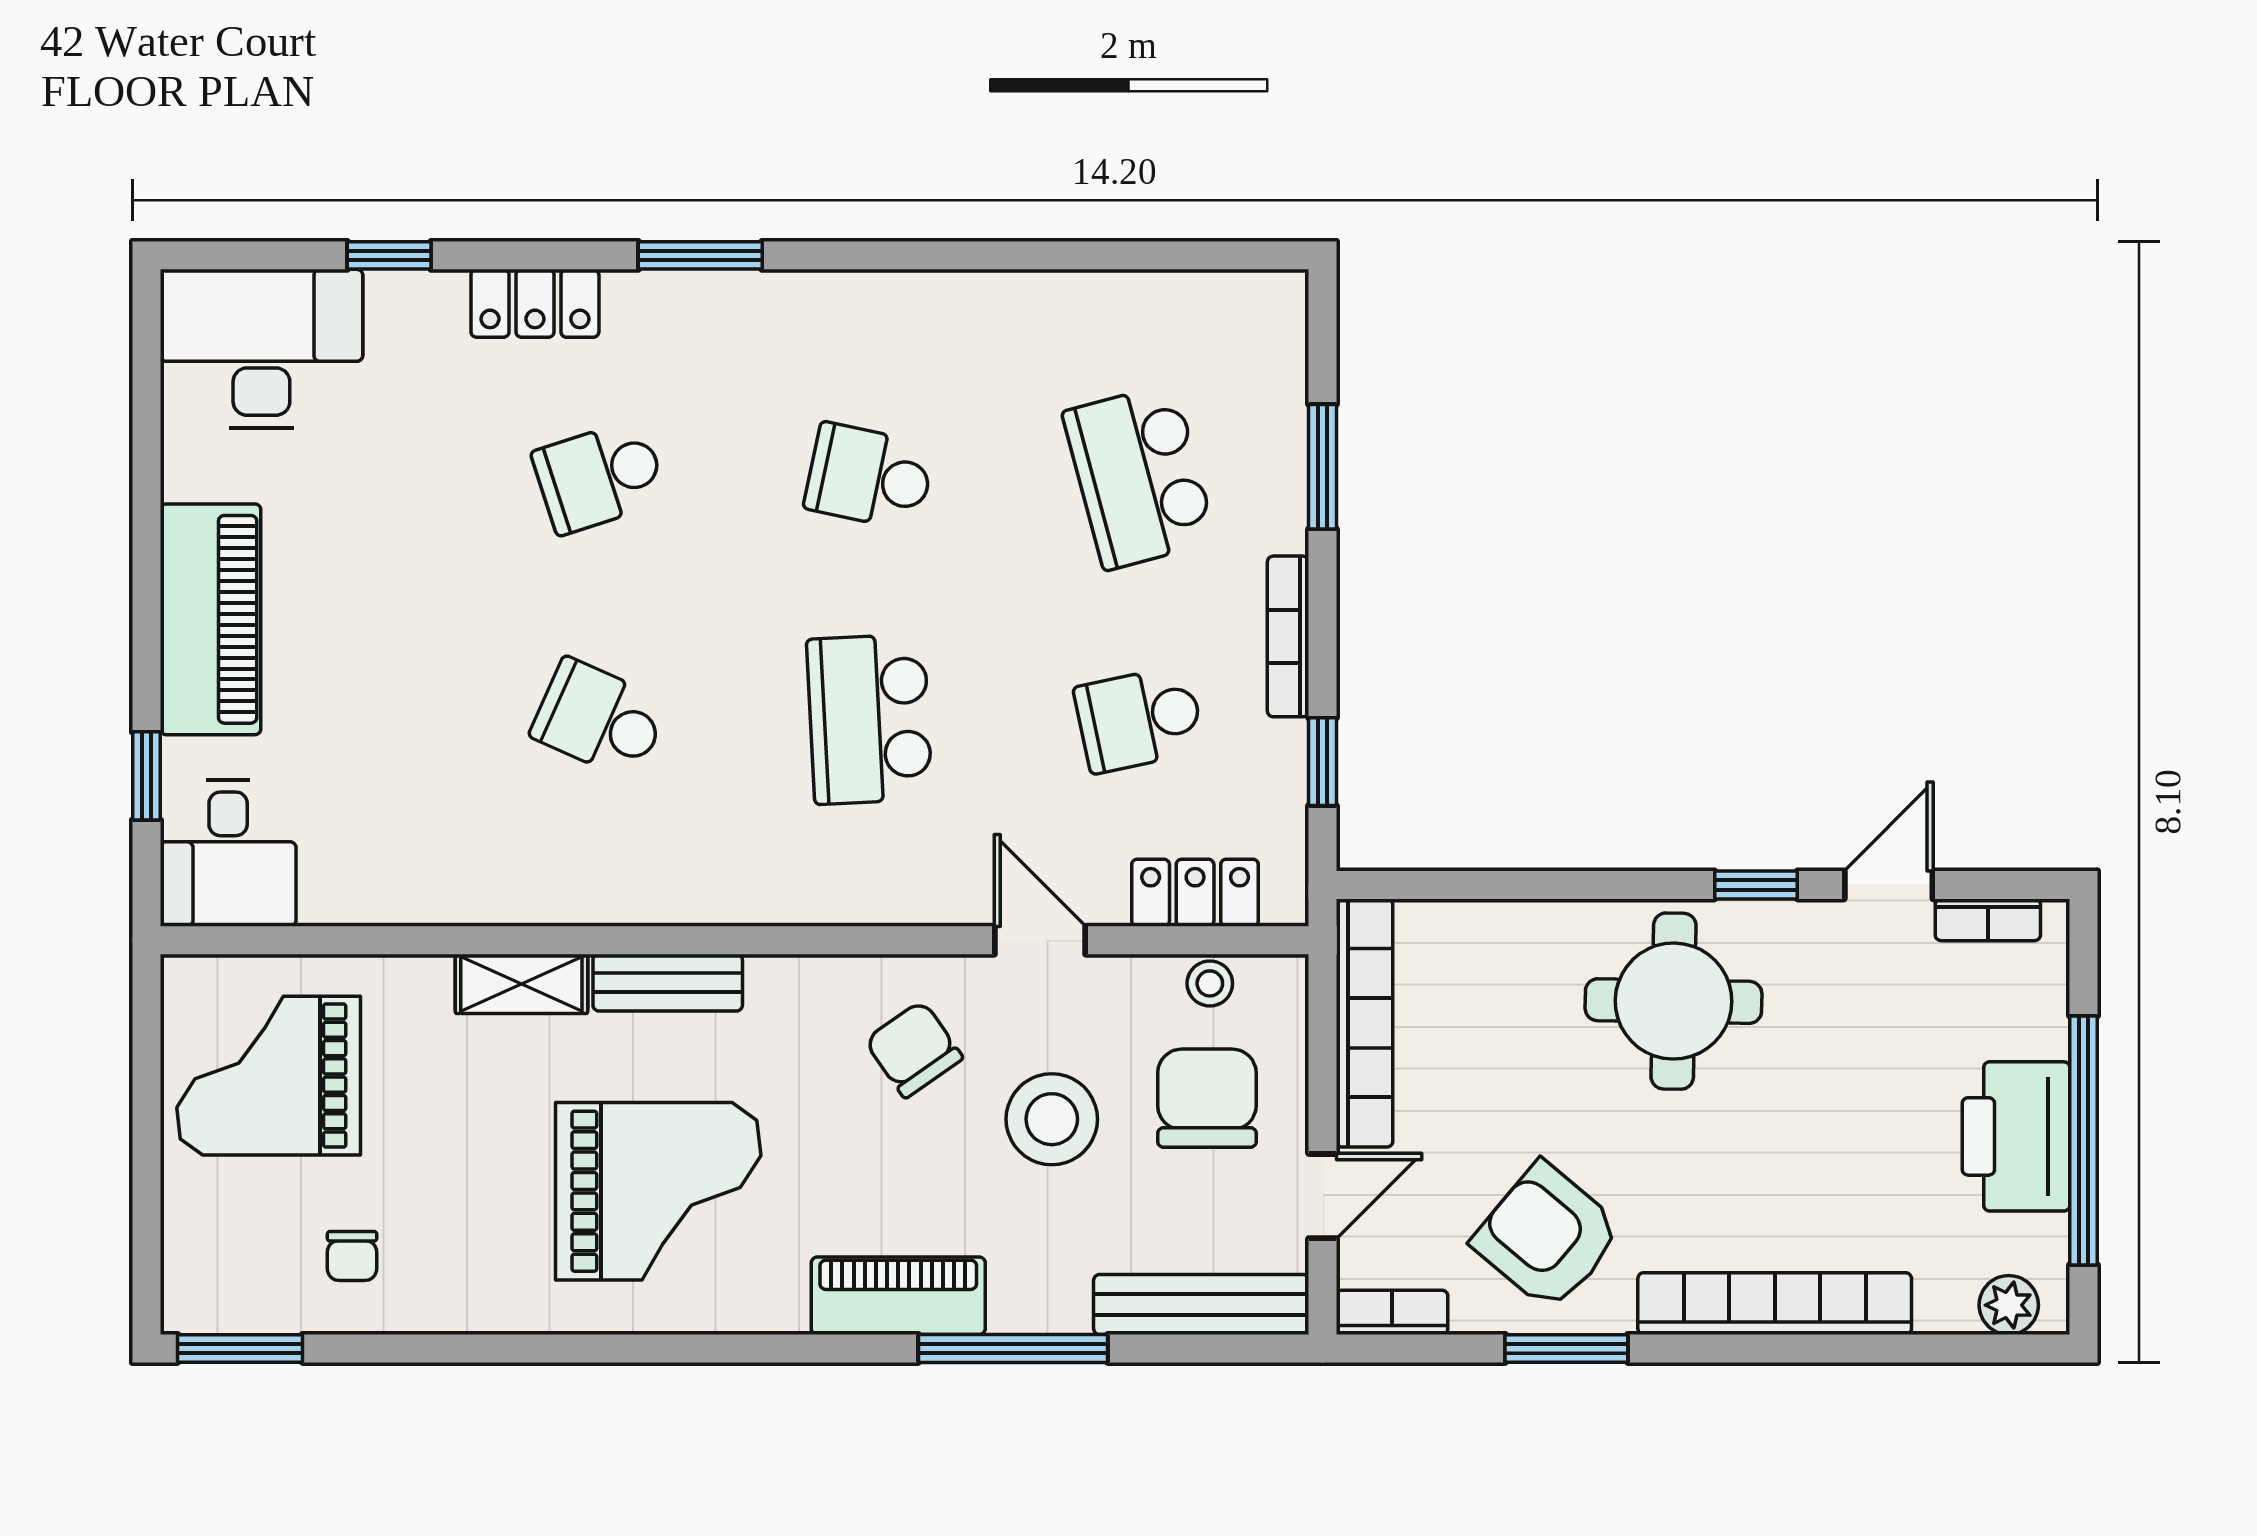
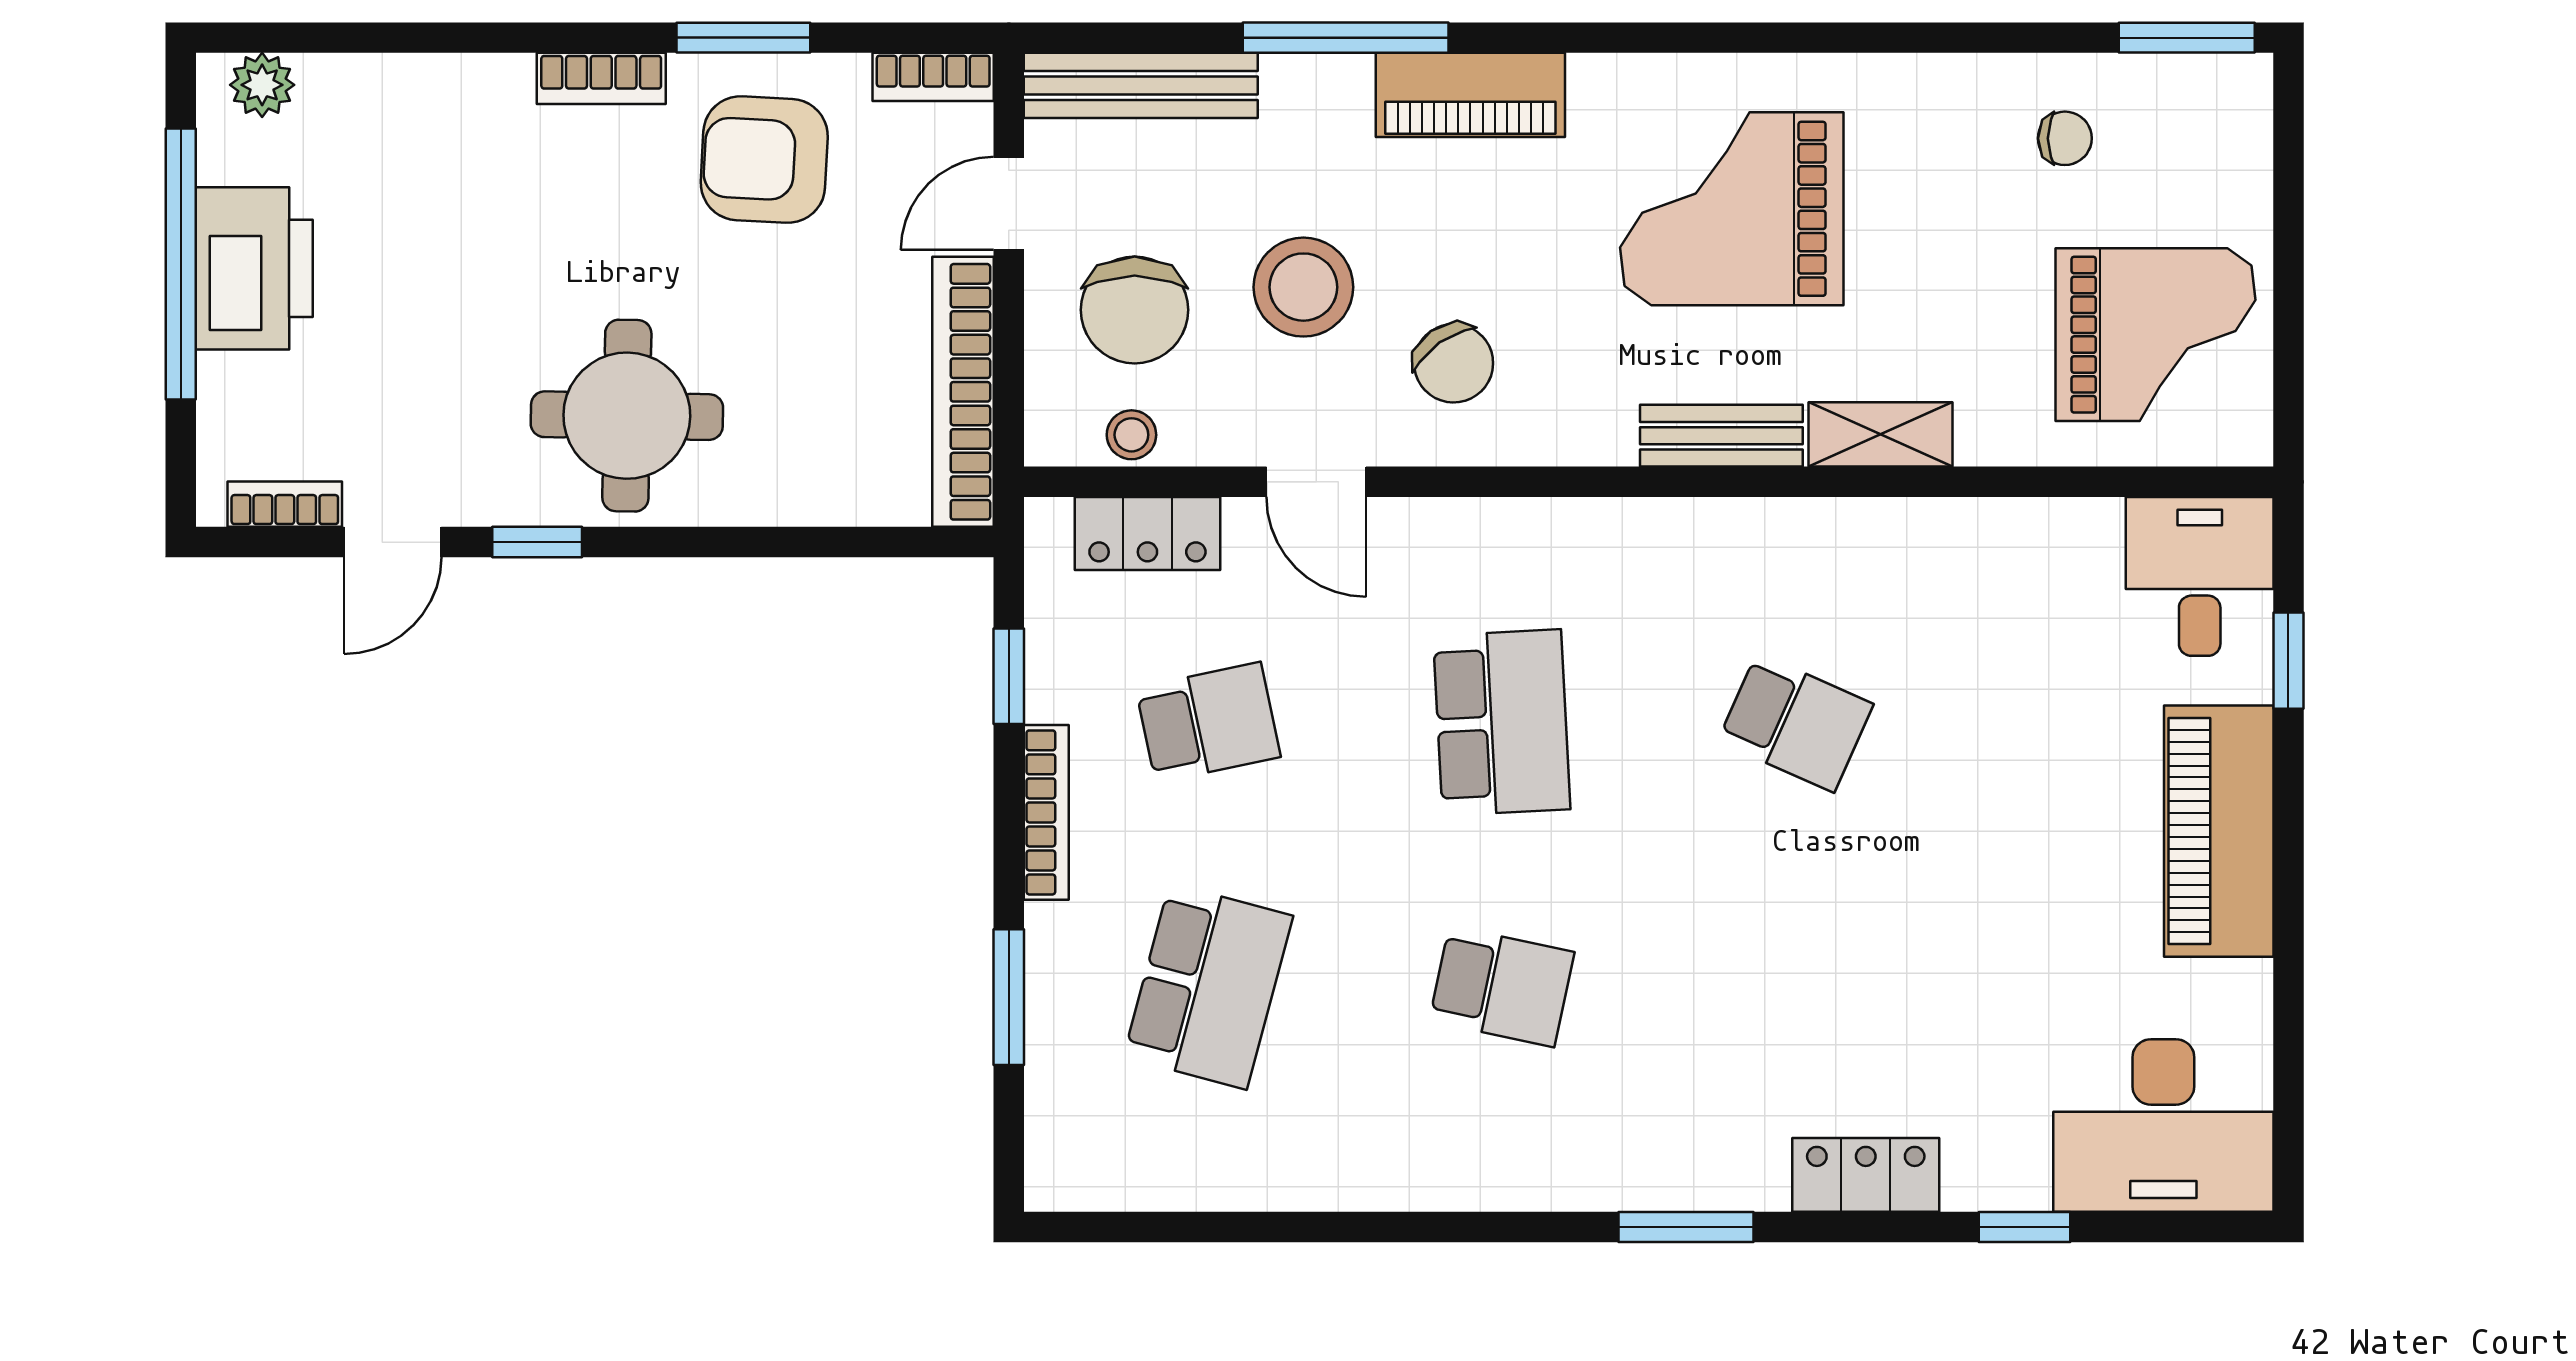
school desk: (600, 477) -> (1795, 986), removed
school desk: (1139, 477) -> (1208, 986), turned 30
armchair: (1547, 1236) -> (764, 160), turned 143
chair: (352, 1256) -> (2065, 138), turned 90
bookcase: (1775, 1304) -> (601, 78), width x0.43, depth x0.76

